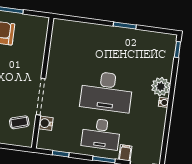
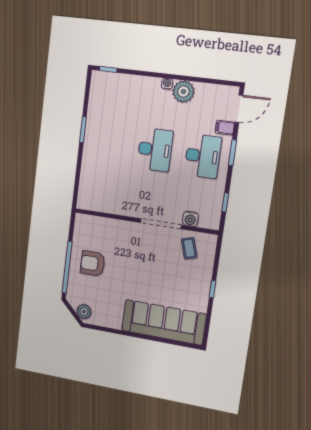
plant: (161, 87) -> (183, 92), moved
desk: (107, 92) -> (155, 150), width x0.73, depth x0.77

